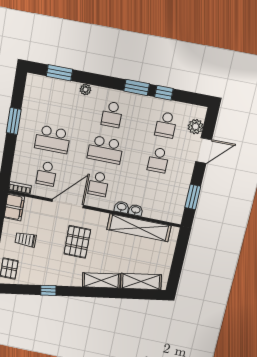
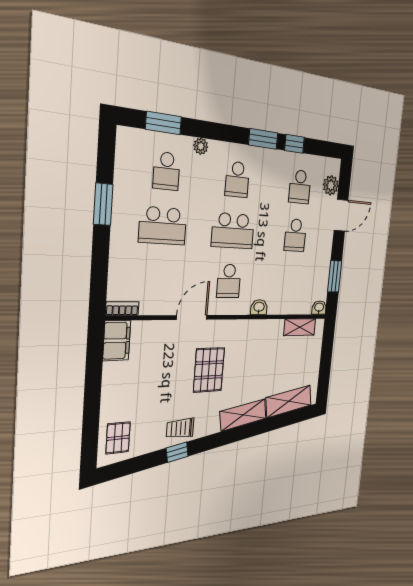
school desk: (47, 174) -> (166, 171), moved
door: (68, 203) -> (192, 317), width x0.73
washbasin: (136, 210) -> (319, 308), moved
shelving: (139, 228) -> (300, 327), width x0.45, depth x0.75
trolley: (26, 239) -> (180, 428), moved

